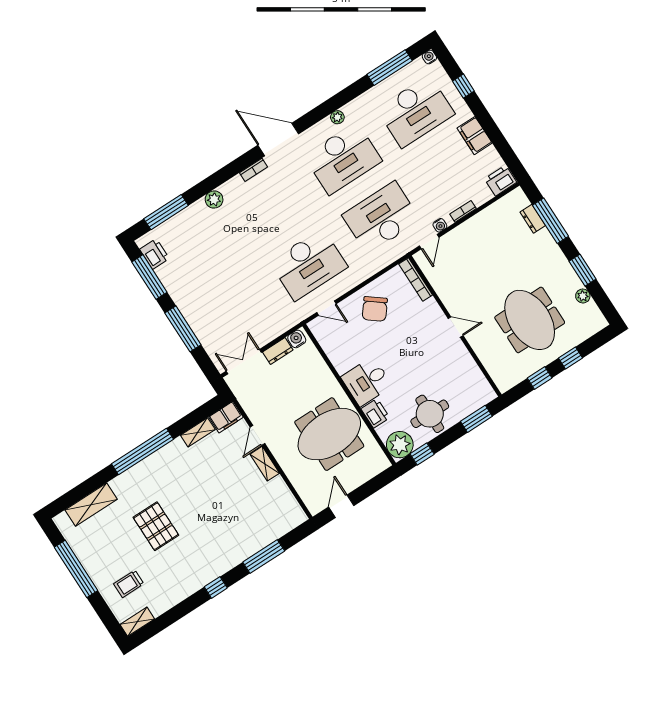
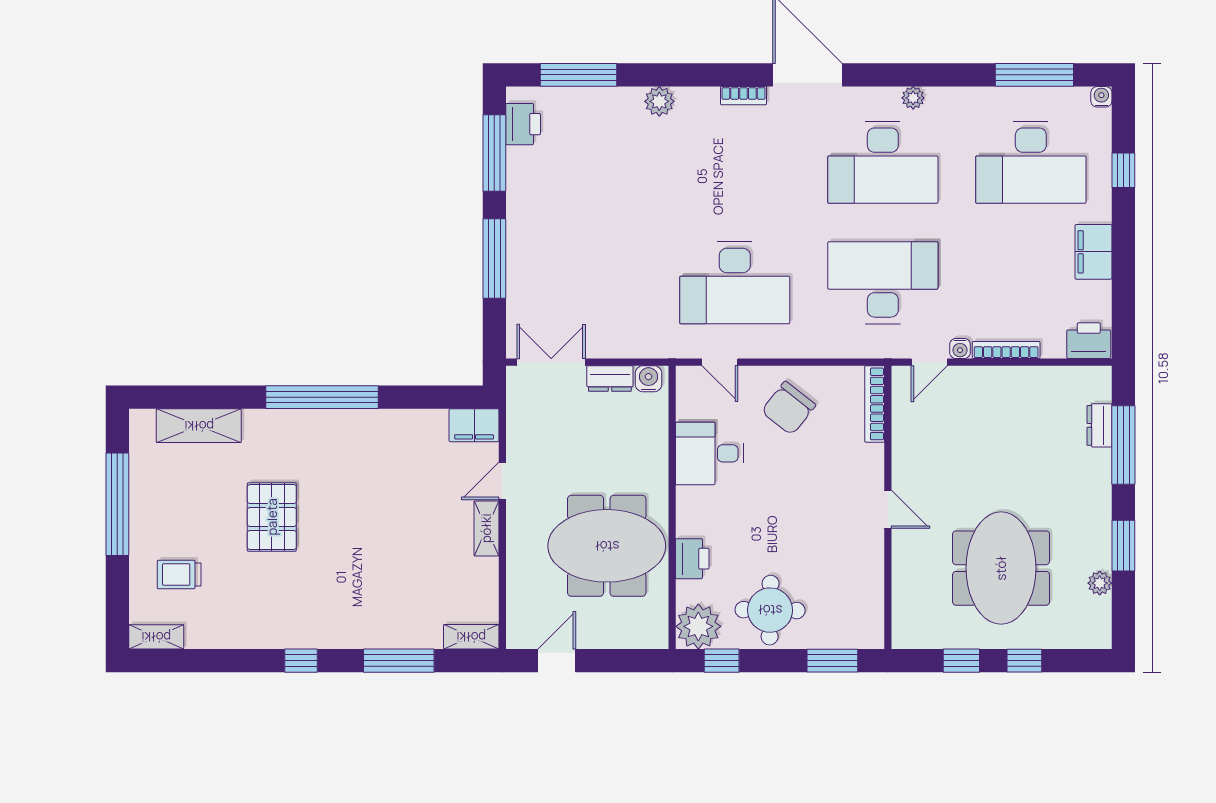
bookcase: (463, 211) -> (1006, 350), width x1.56
desk: (367, 381) -> (709, 453), moved
shelving: (198, 432) -> (471, 637), moved

